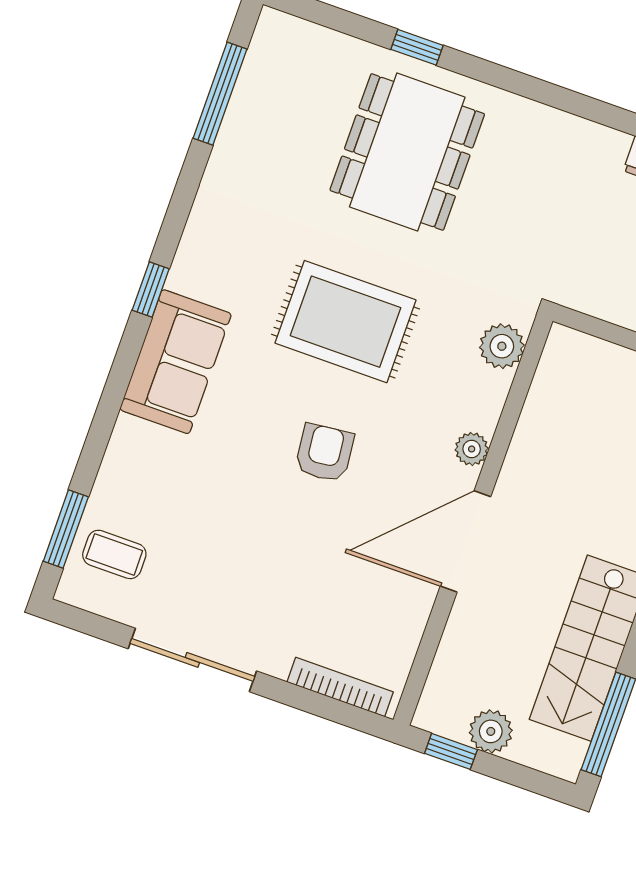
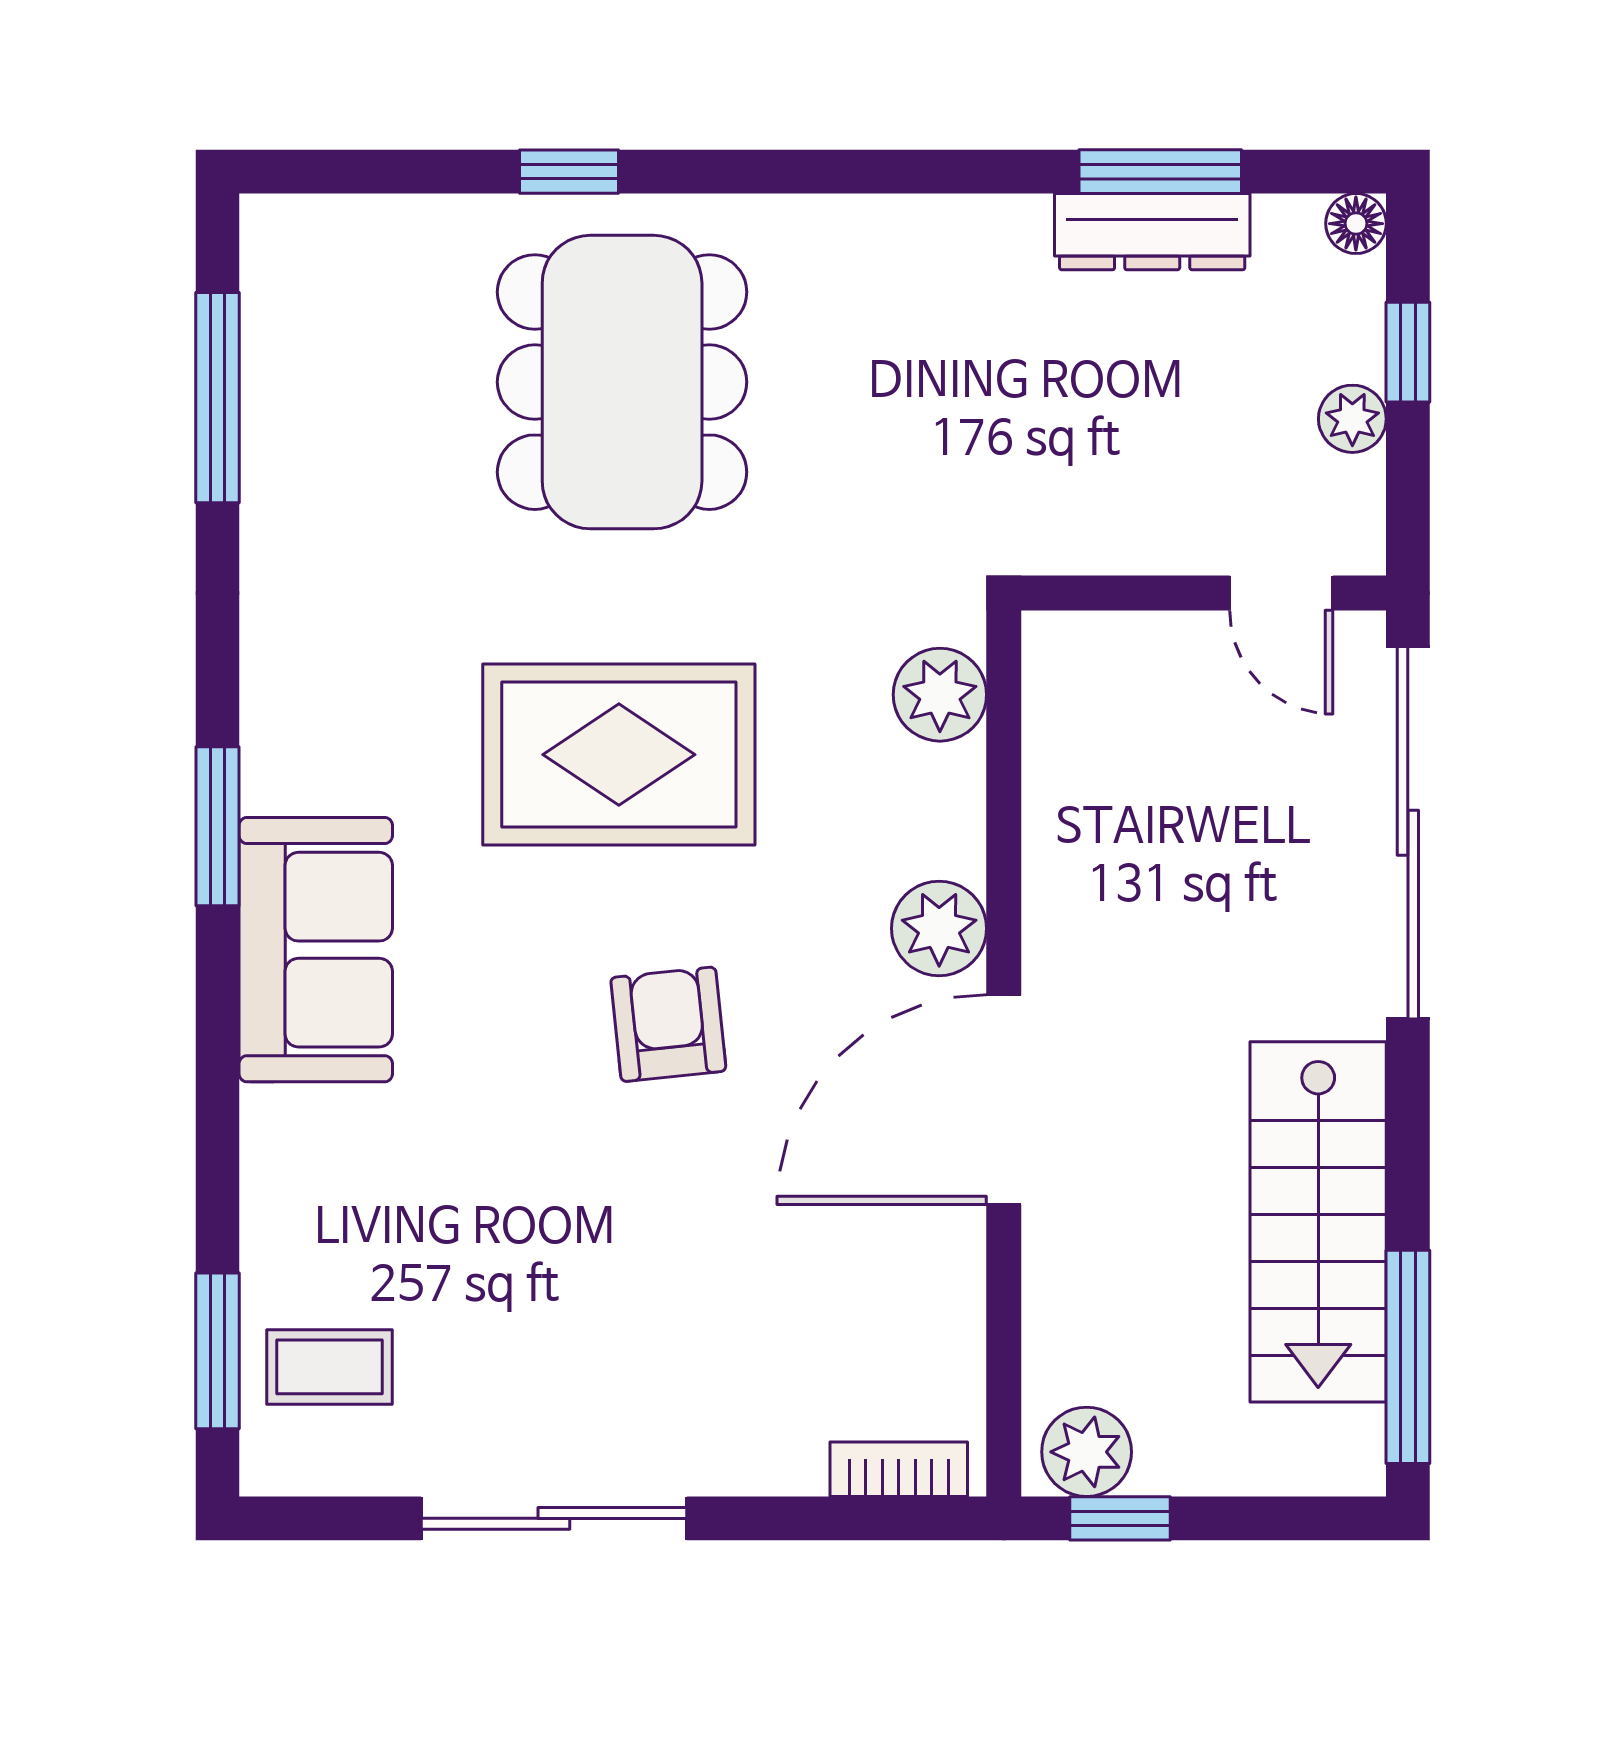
window: (151, 289) -> (218, 826), width x1.50
plant: (472, 449) -> (939, 928), width x1.38, depth x1.38
bookcase: (340, 687) -> (899, 1469), width x0.64
plant: (491, 731) -> (1087, 1452), moved

